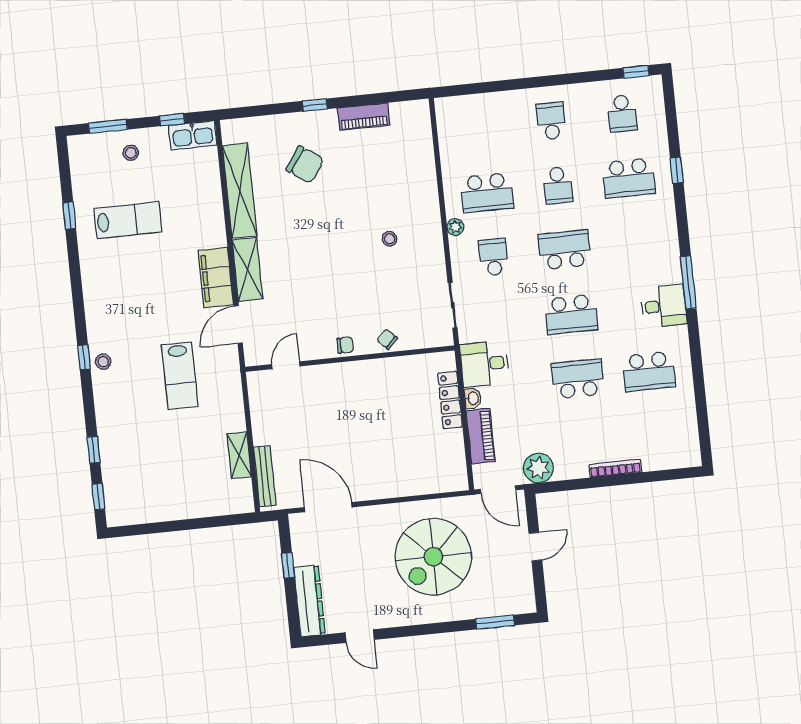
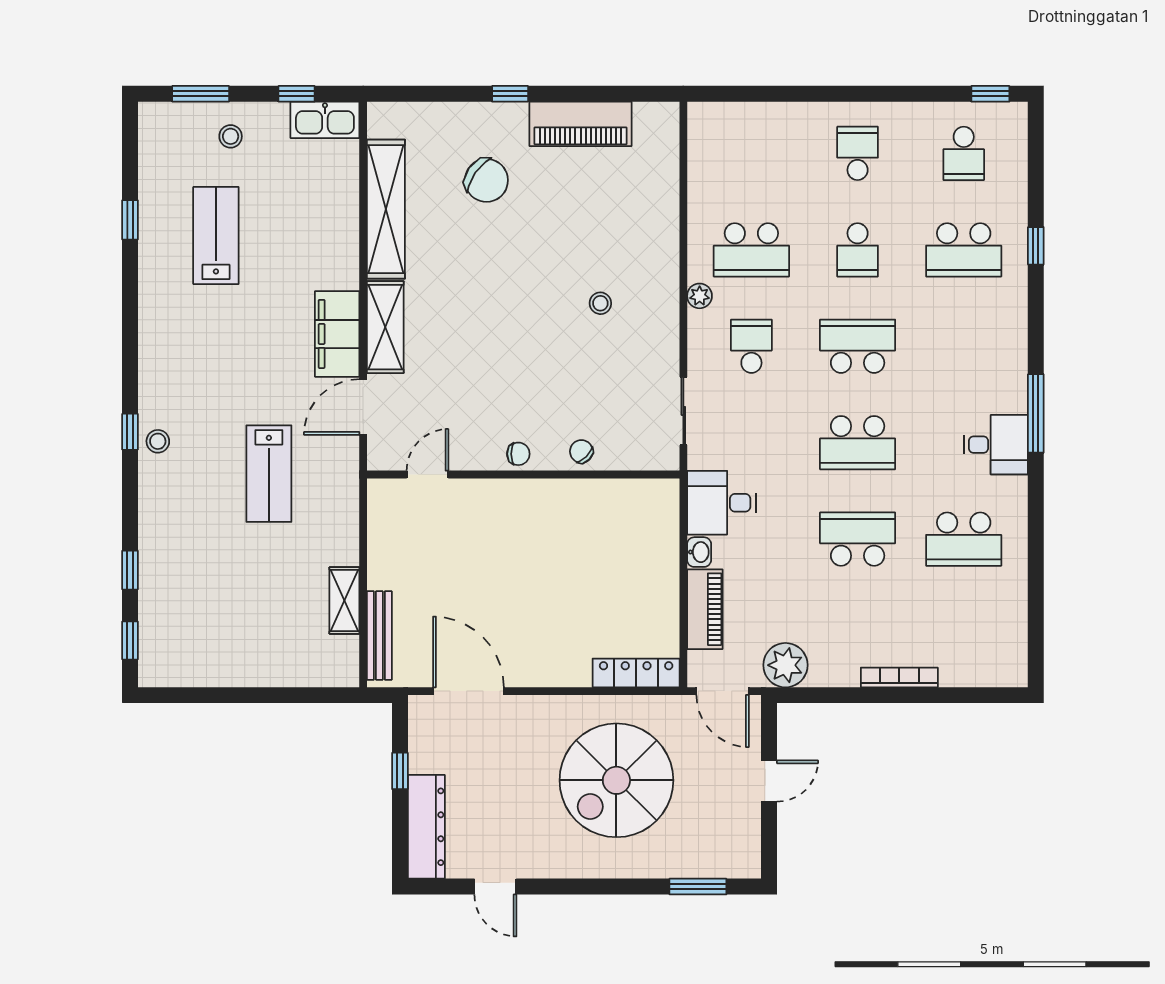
piano: (364, 117) -> (581, 124), width x1.37, depth x1.33
lab bench: (128, 220) -> (216, 235), turned -90
locker: (450, 400) -> (636, 673), moved, turned 90

